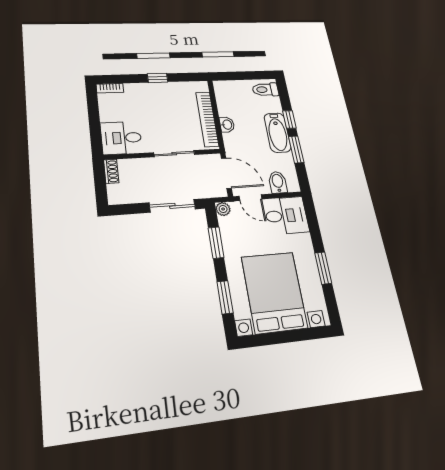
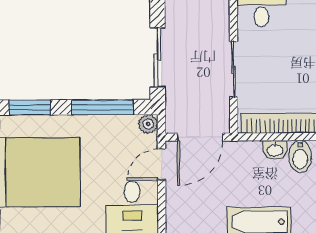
bidet: (278, 182) -> (300, 156), moved, turned 90
window: (216, 243) -> (102, 107), width x1.44

